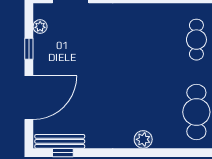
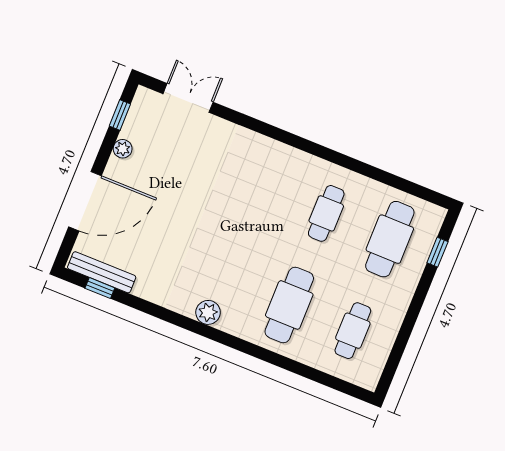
plant: (40, 27) -> (123, 149), moved
window: (29, 49) -> (120, 115), moved

